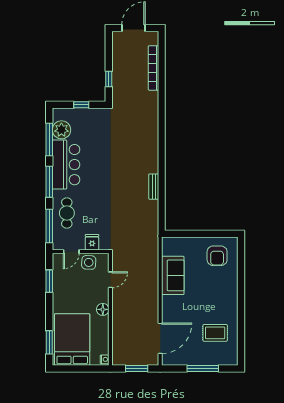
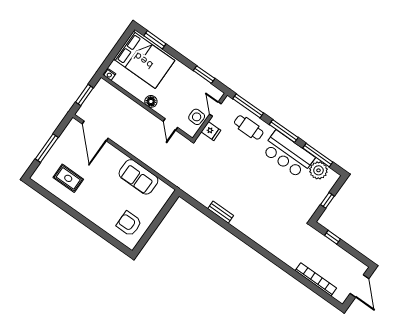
rug: (215, 333) -> (68, 178), turned 90

